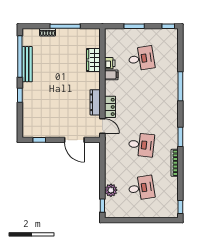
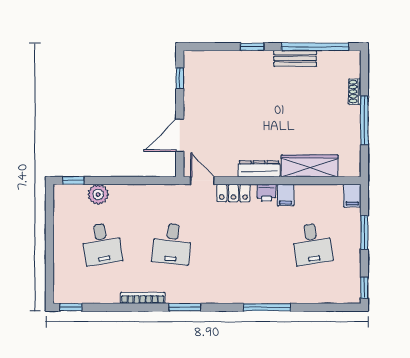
filing cabinet: (112, 34) -> (352, 196), added
wardrobe: (93, 60) -> (310, 166), width x1.50
printer: (110, 63) -> (266, 193), moved
bench: (27, 64) -> (295, 58), width x0.73
dresser: (95, 102) -> (259, 169), moved
door: (102, 126) -> (202, 181), swing flipped

